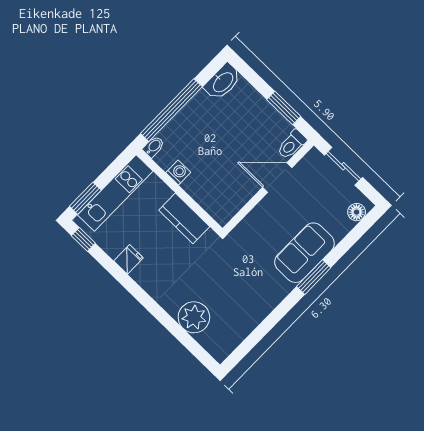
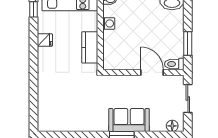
plant: (194, 317) -> (48, 98), removed

